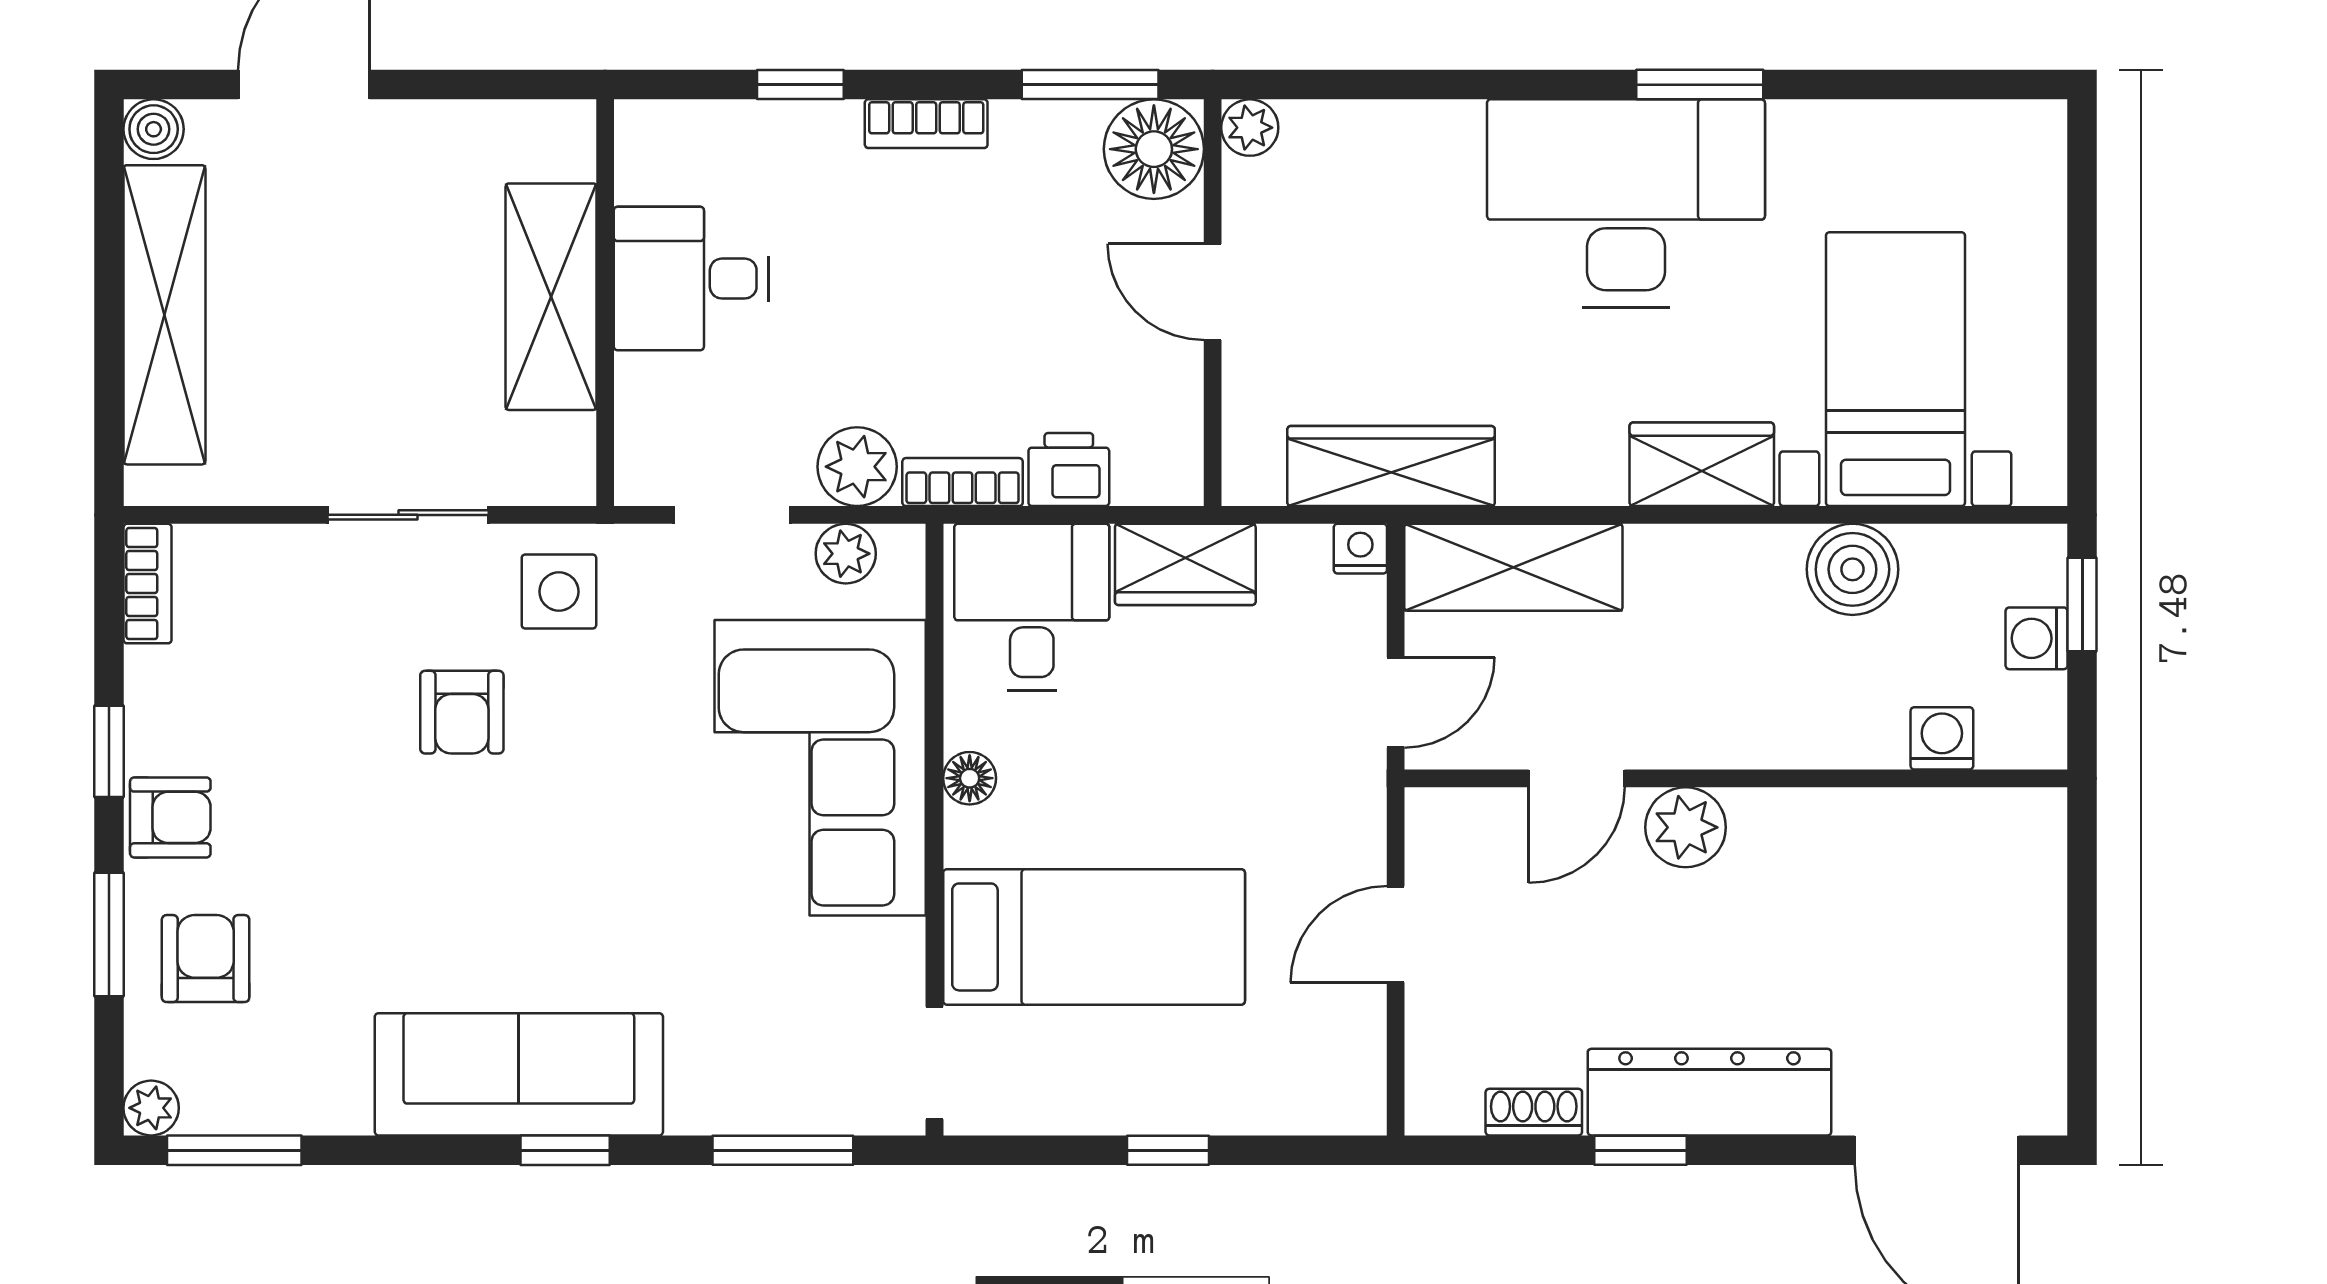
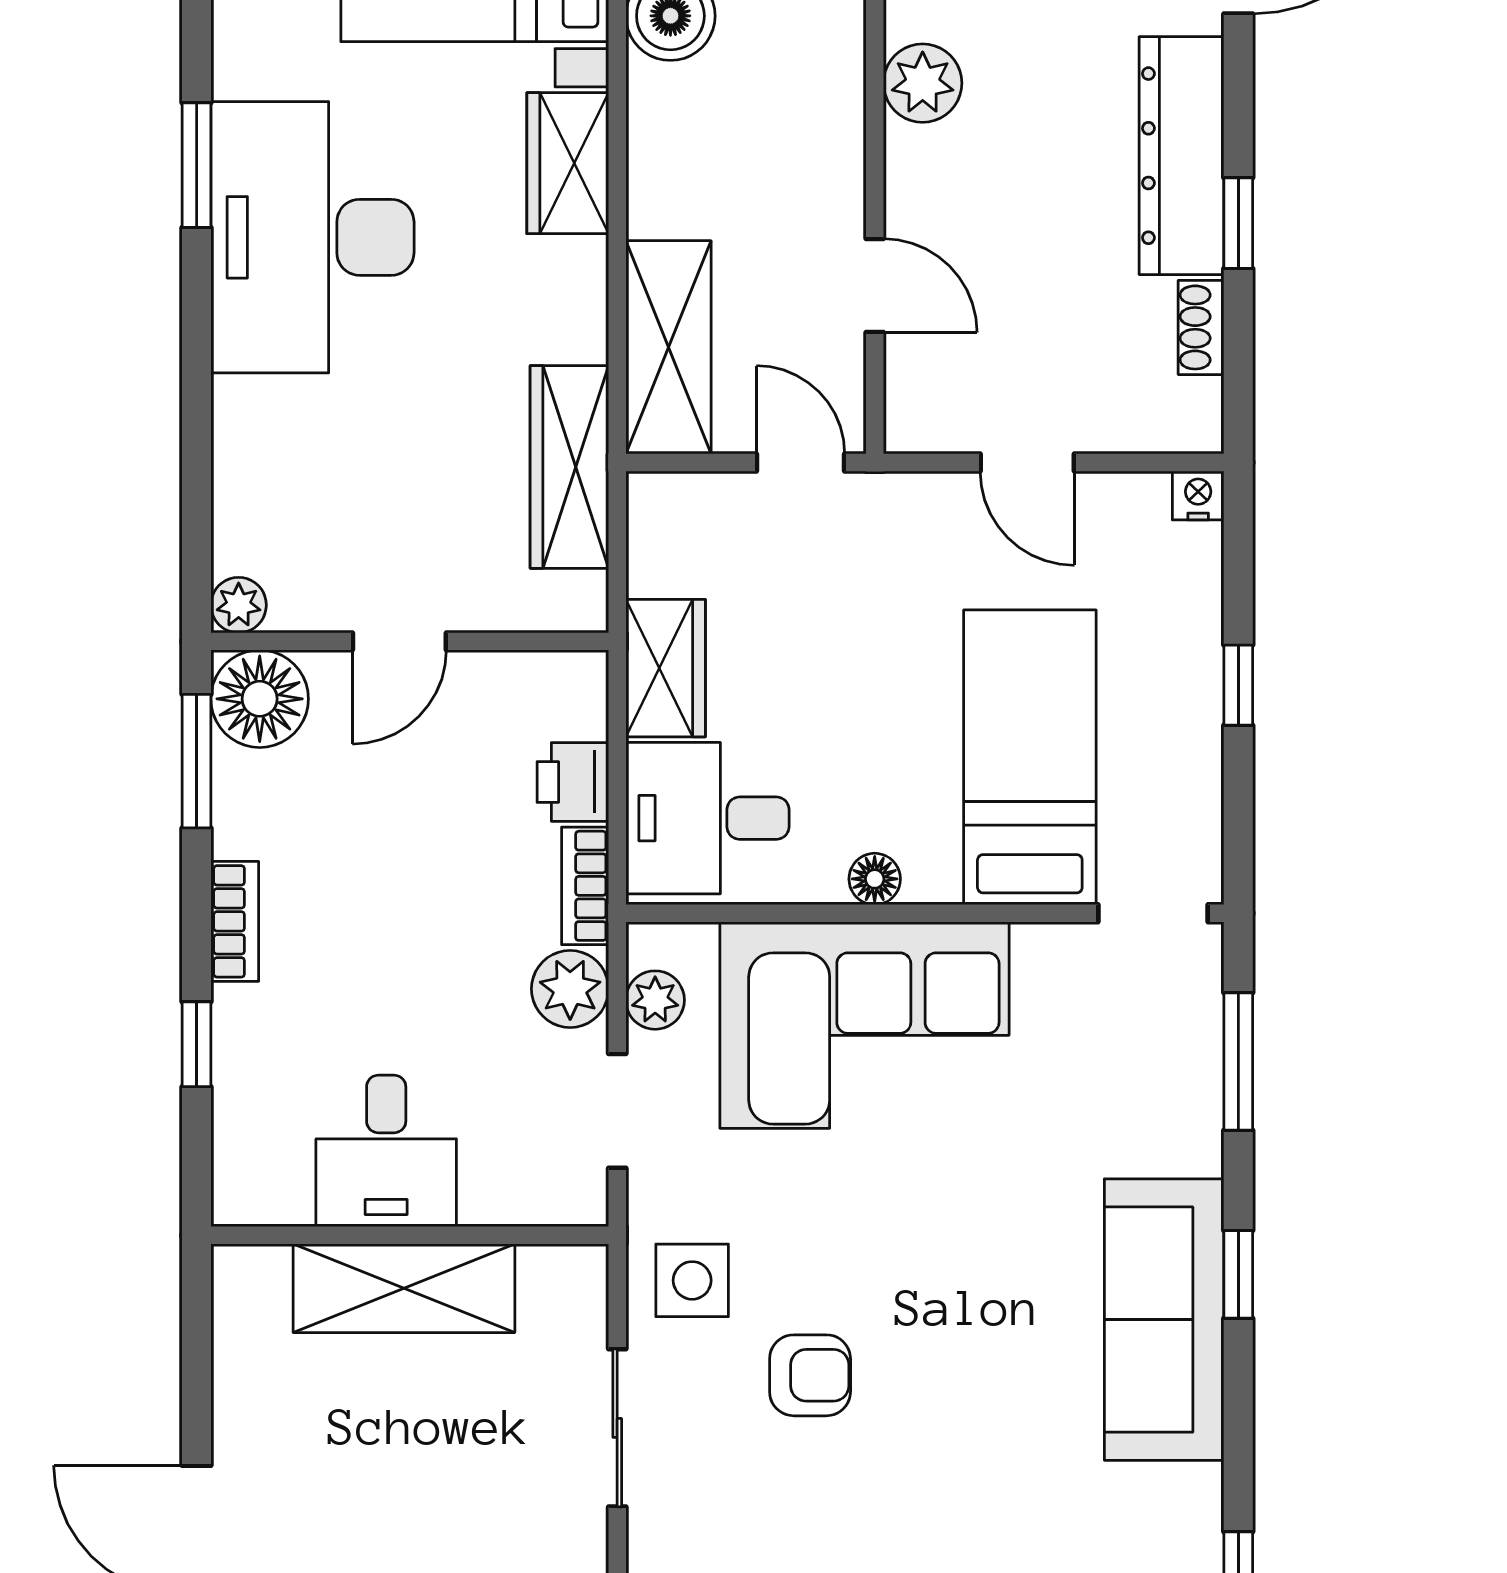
nightstand: (1360, 549) -> (1198, 496), moved, turned 90
plant: (1686, 827) -> (923, 83), moved

